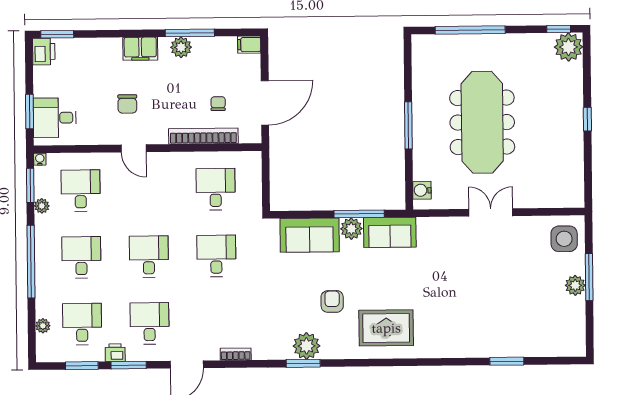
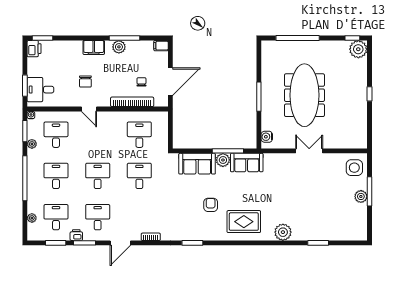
plant: (306, 346) -> (283, 232), moved

